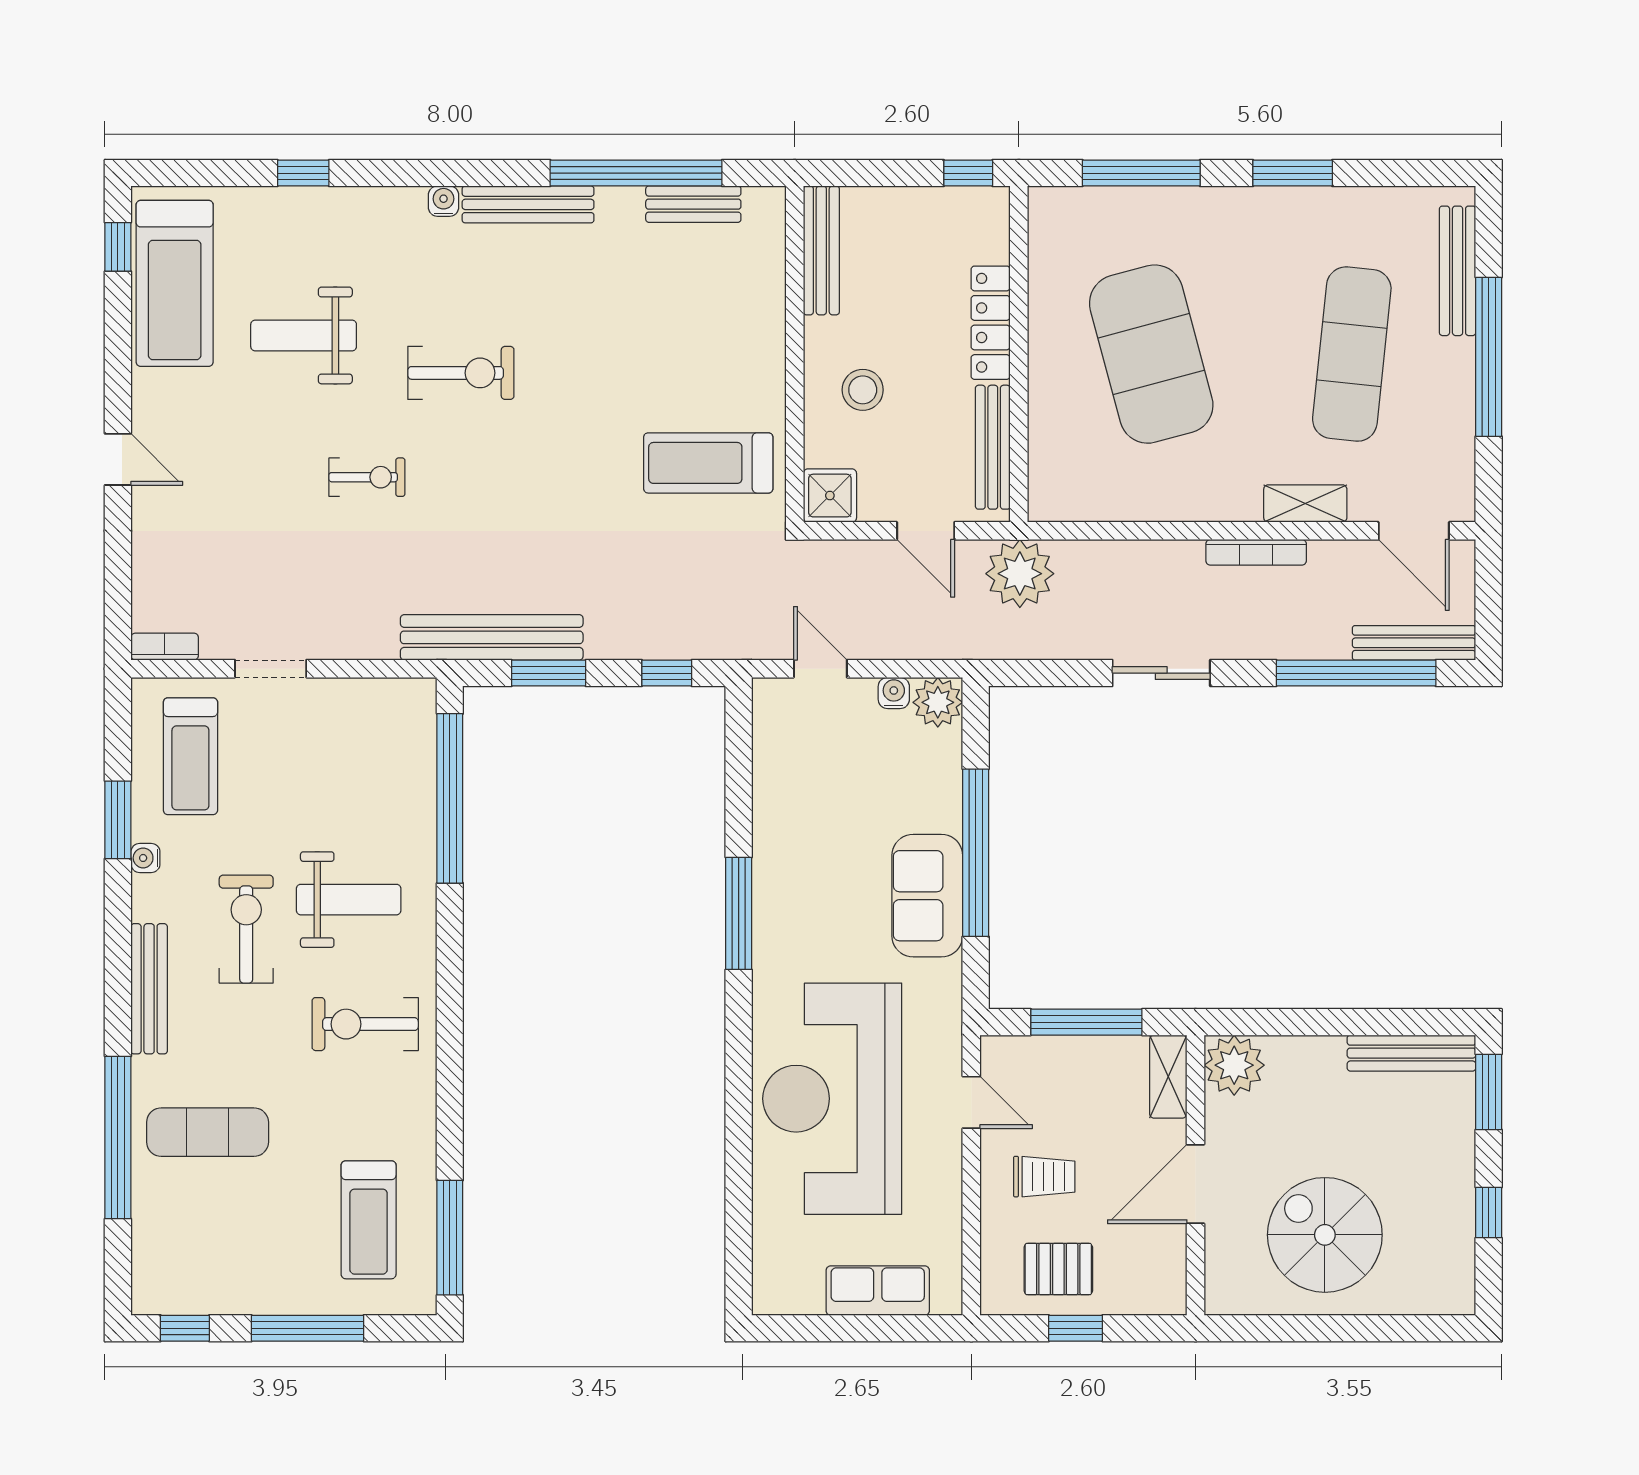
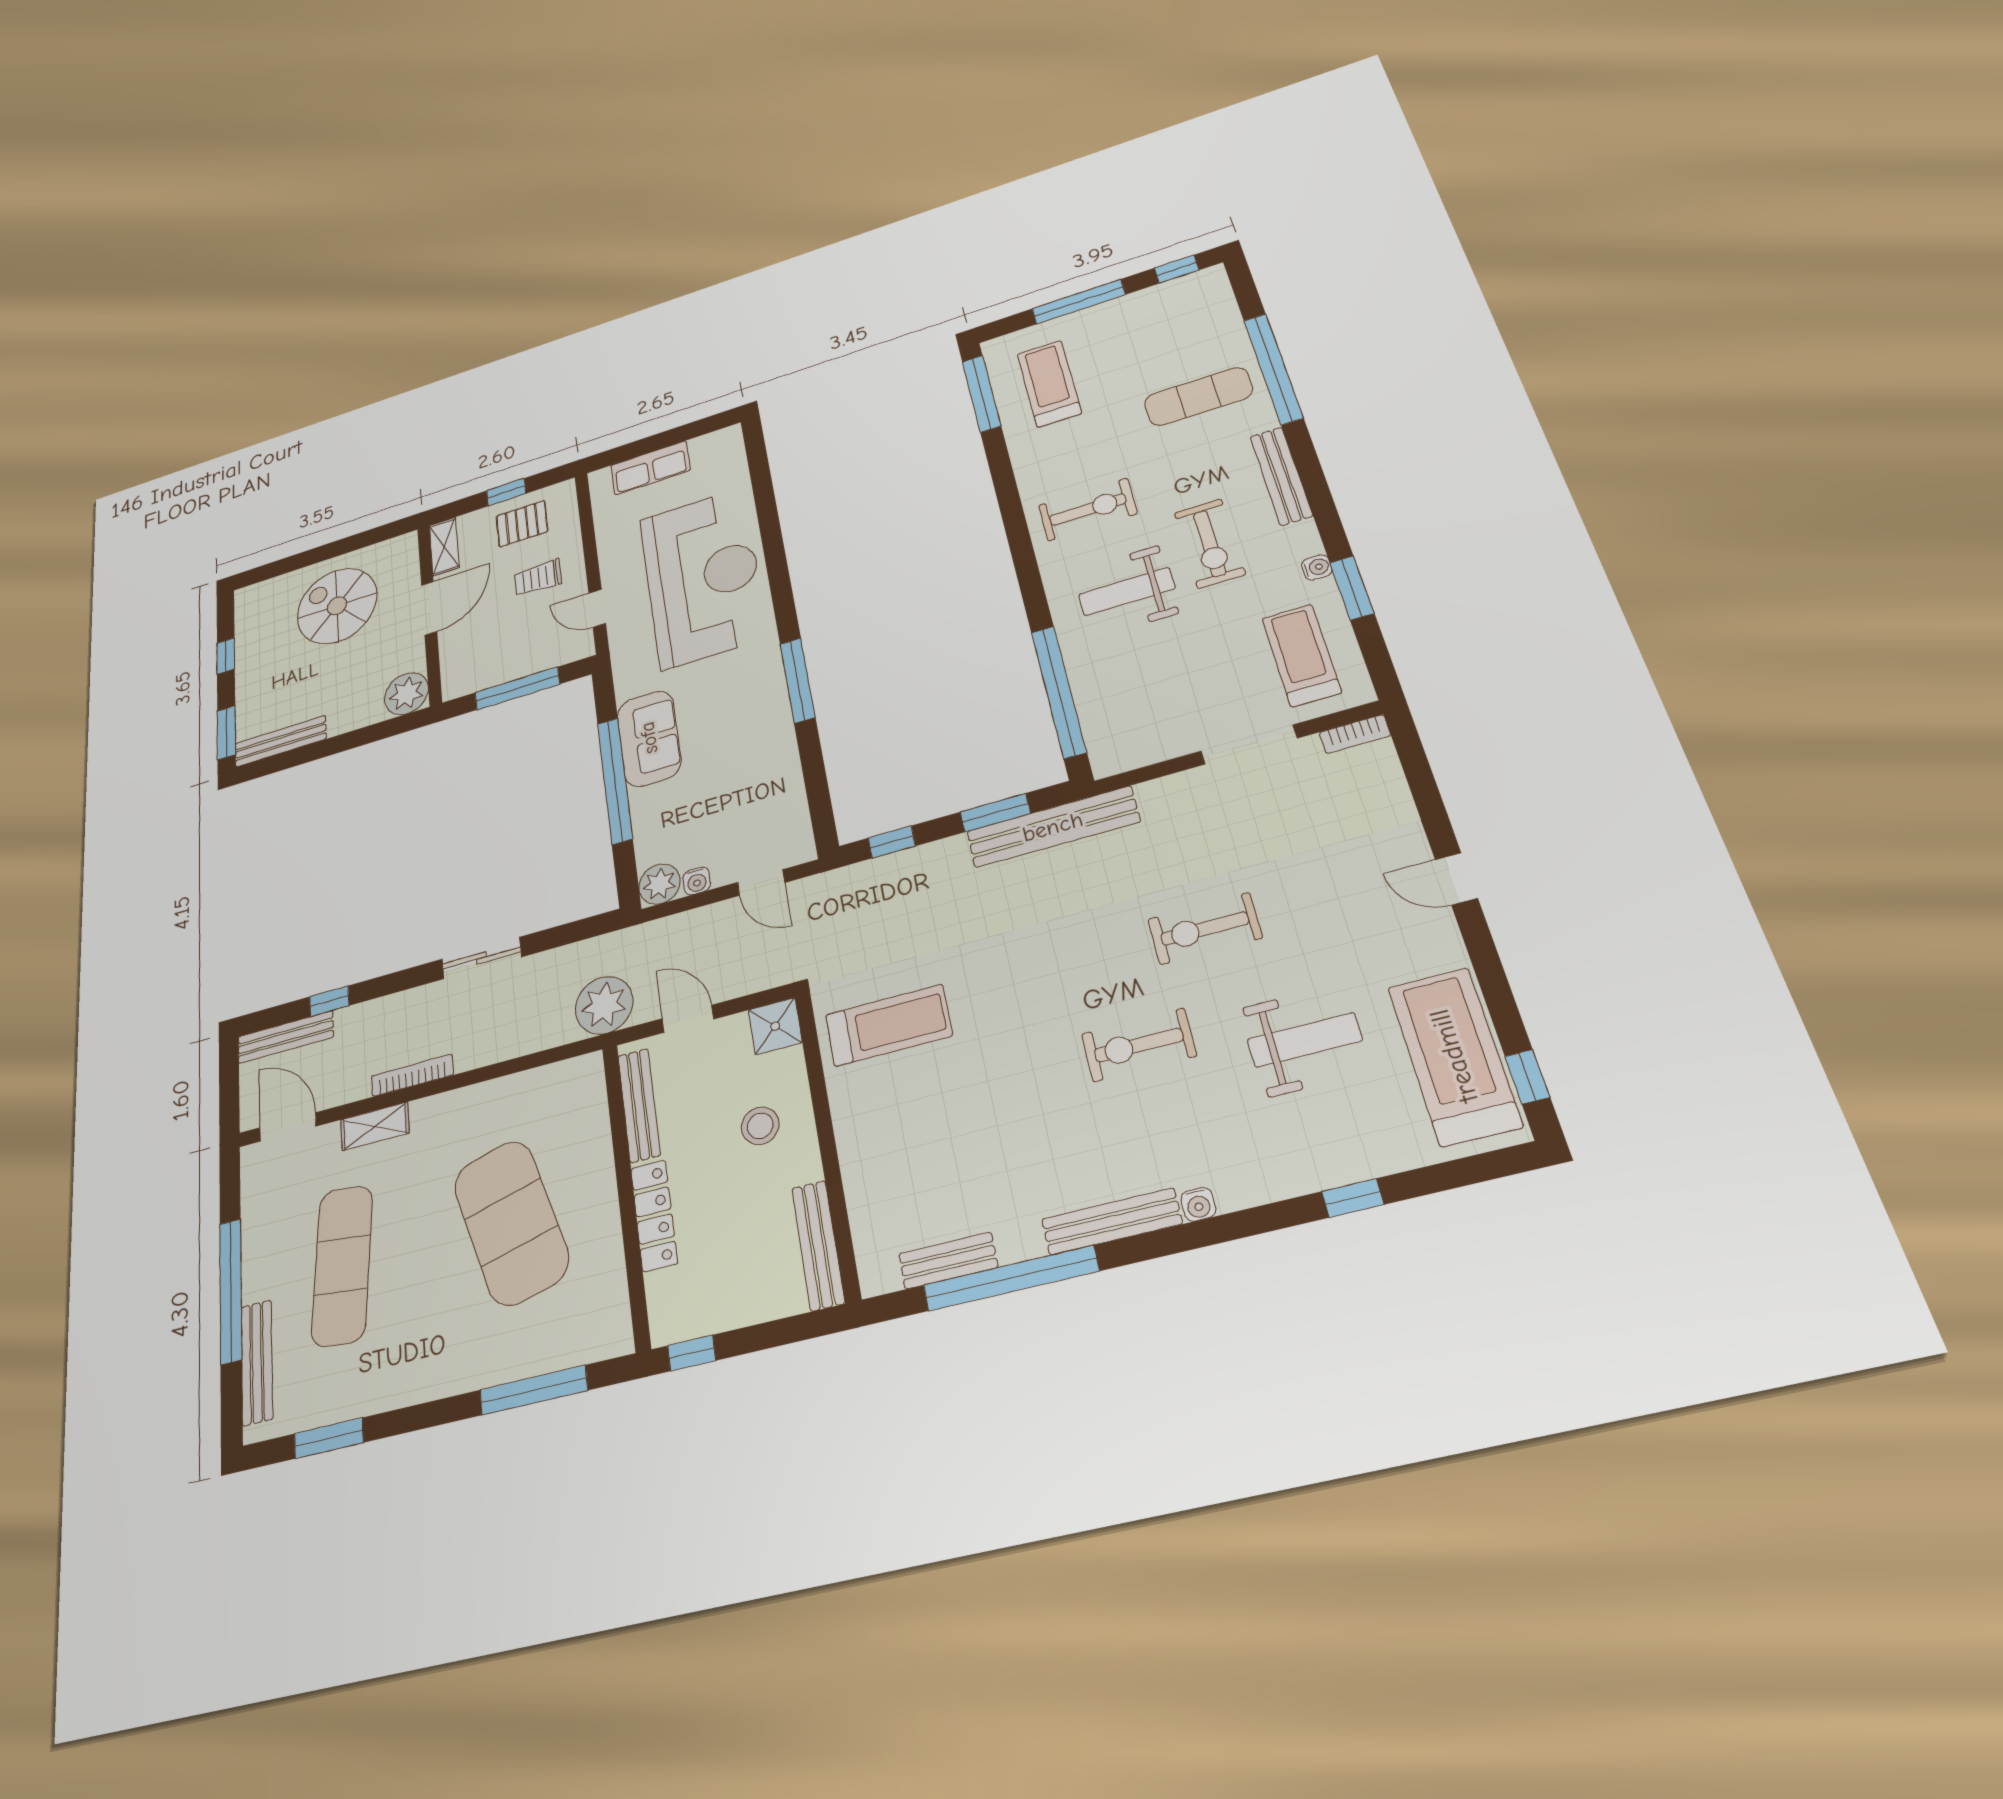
window: (1293, 173) -> (329, 1438), moved
exercise bike: (367, 477) -> (1205, 929), width x1.38, depth x1.39
doorway: (271, 669) -> (1249, 745), width x1.38
window: (1356, 673) -> (329, 1001), width x0.32
shelving: (1168, 1077) -> (444, 546), moved
spiral stairs: (1325, 1235) -> (337, 606), turned 180

